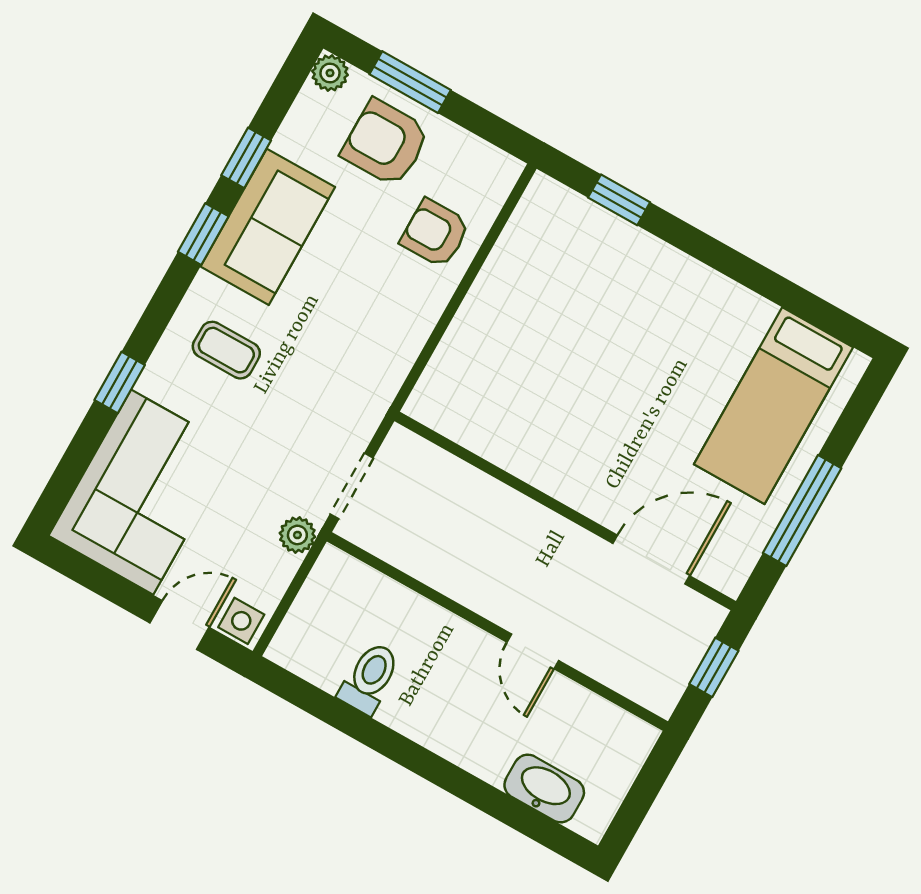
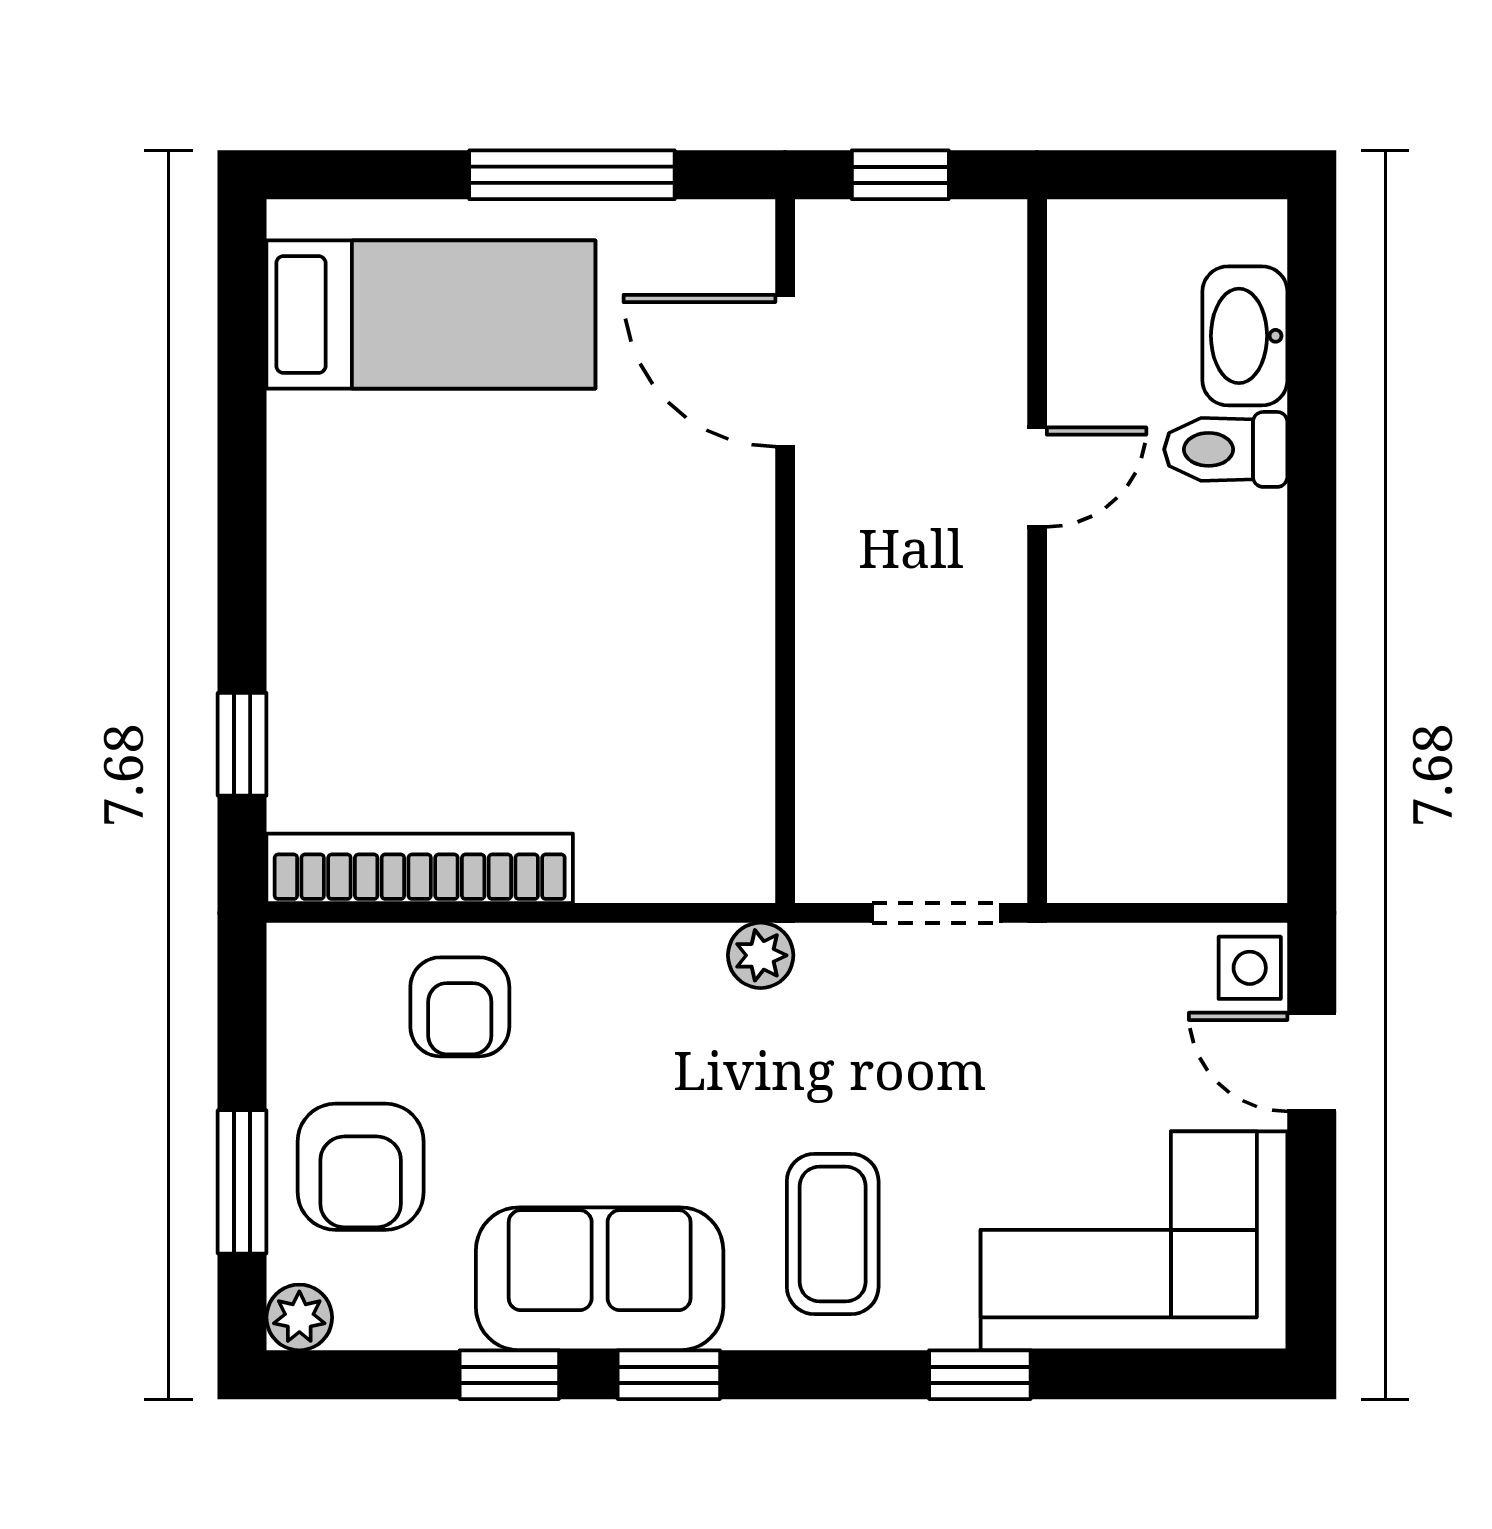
bookcase: (512, 251) -> (420, 868), added
coffee table: (226, 350) -> (833, 1234), width x1.36, depth x1.30
plant: (297, 535) -> (761, 955), moved
toilet: (370, 678) -> (1226, 449), moved

